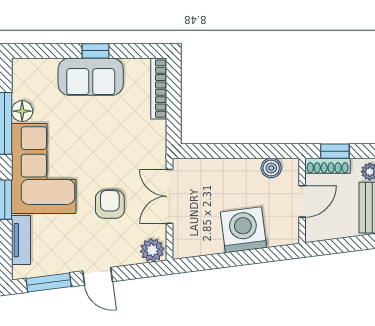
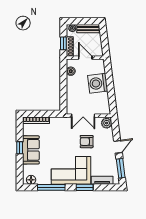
floor lamp: (22, 111) -> (31, 180), moved

